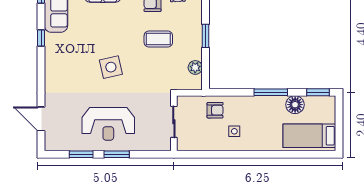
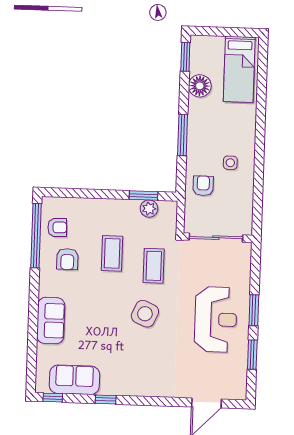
window: (206, 36) -> (144, 195), moved
side table: (111, 67) -> (145, 314), turned 37
coffee table: (150, 73) -> (154, 266), added
window: (271, 92) -> (183, 135), moved
sliding door: (174, 122) -> (216, 238), width x1.37

